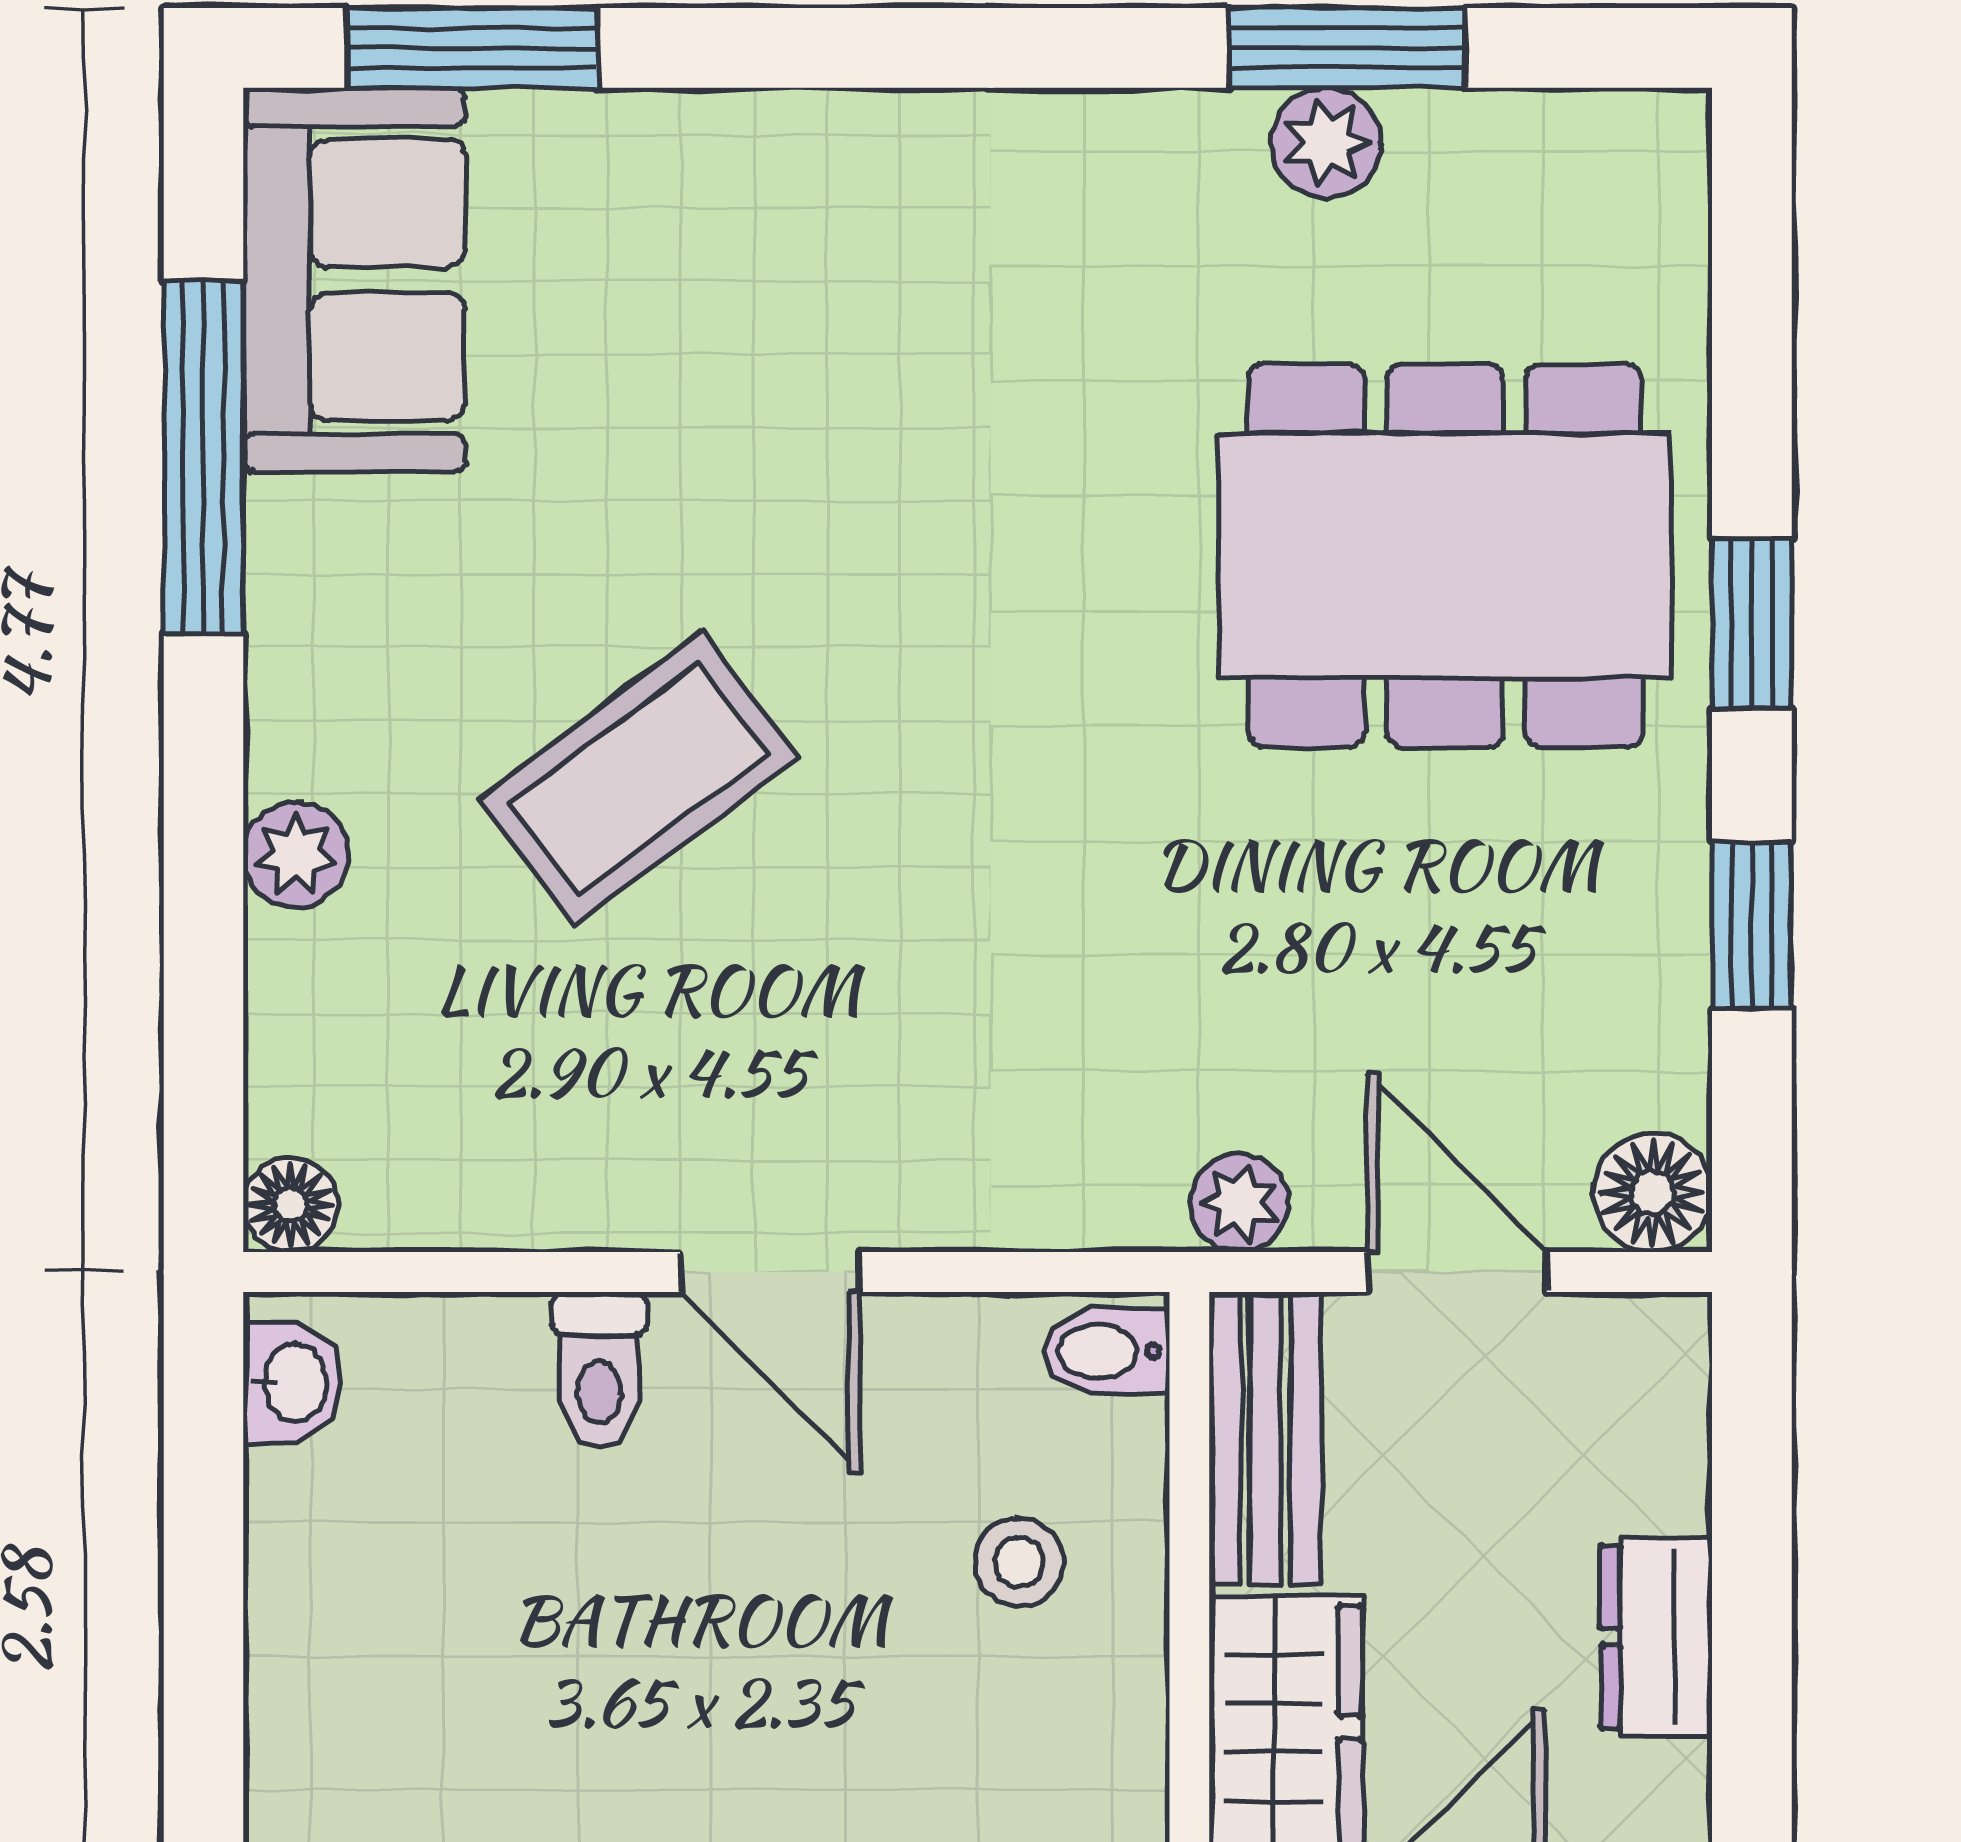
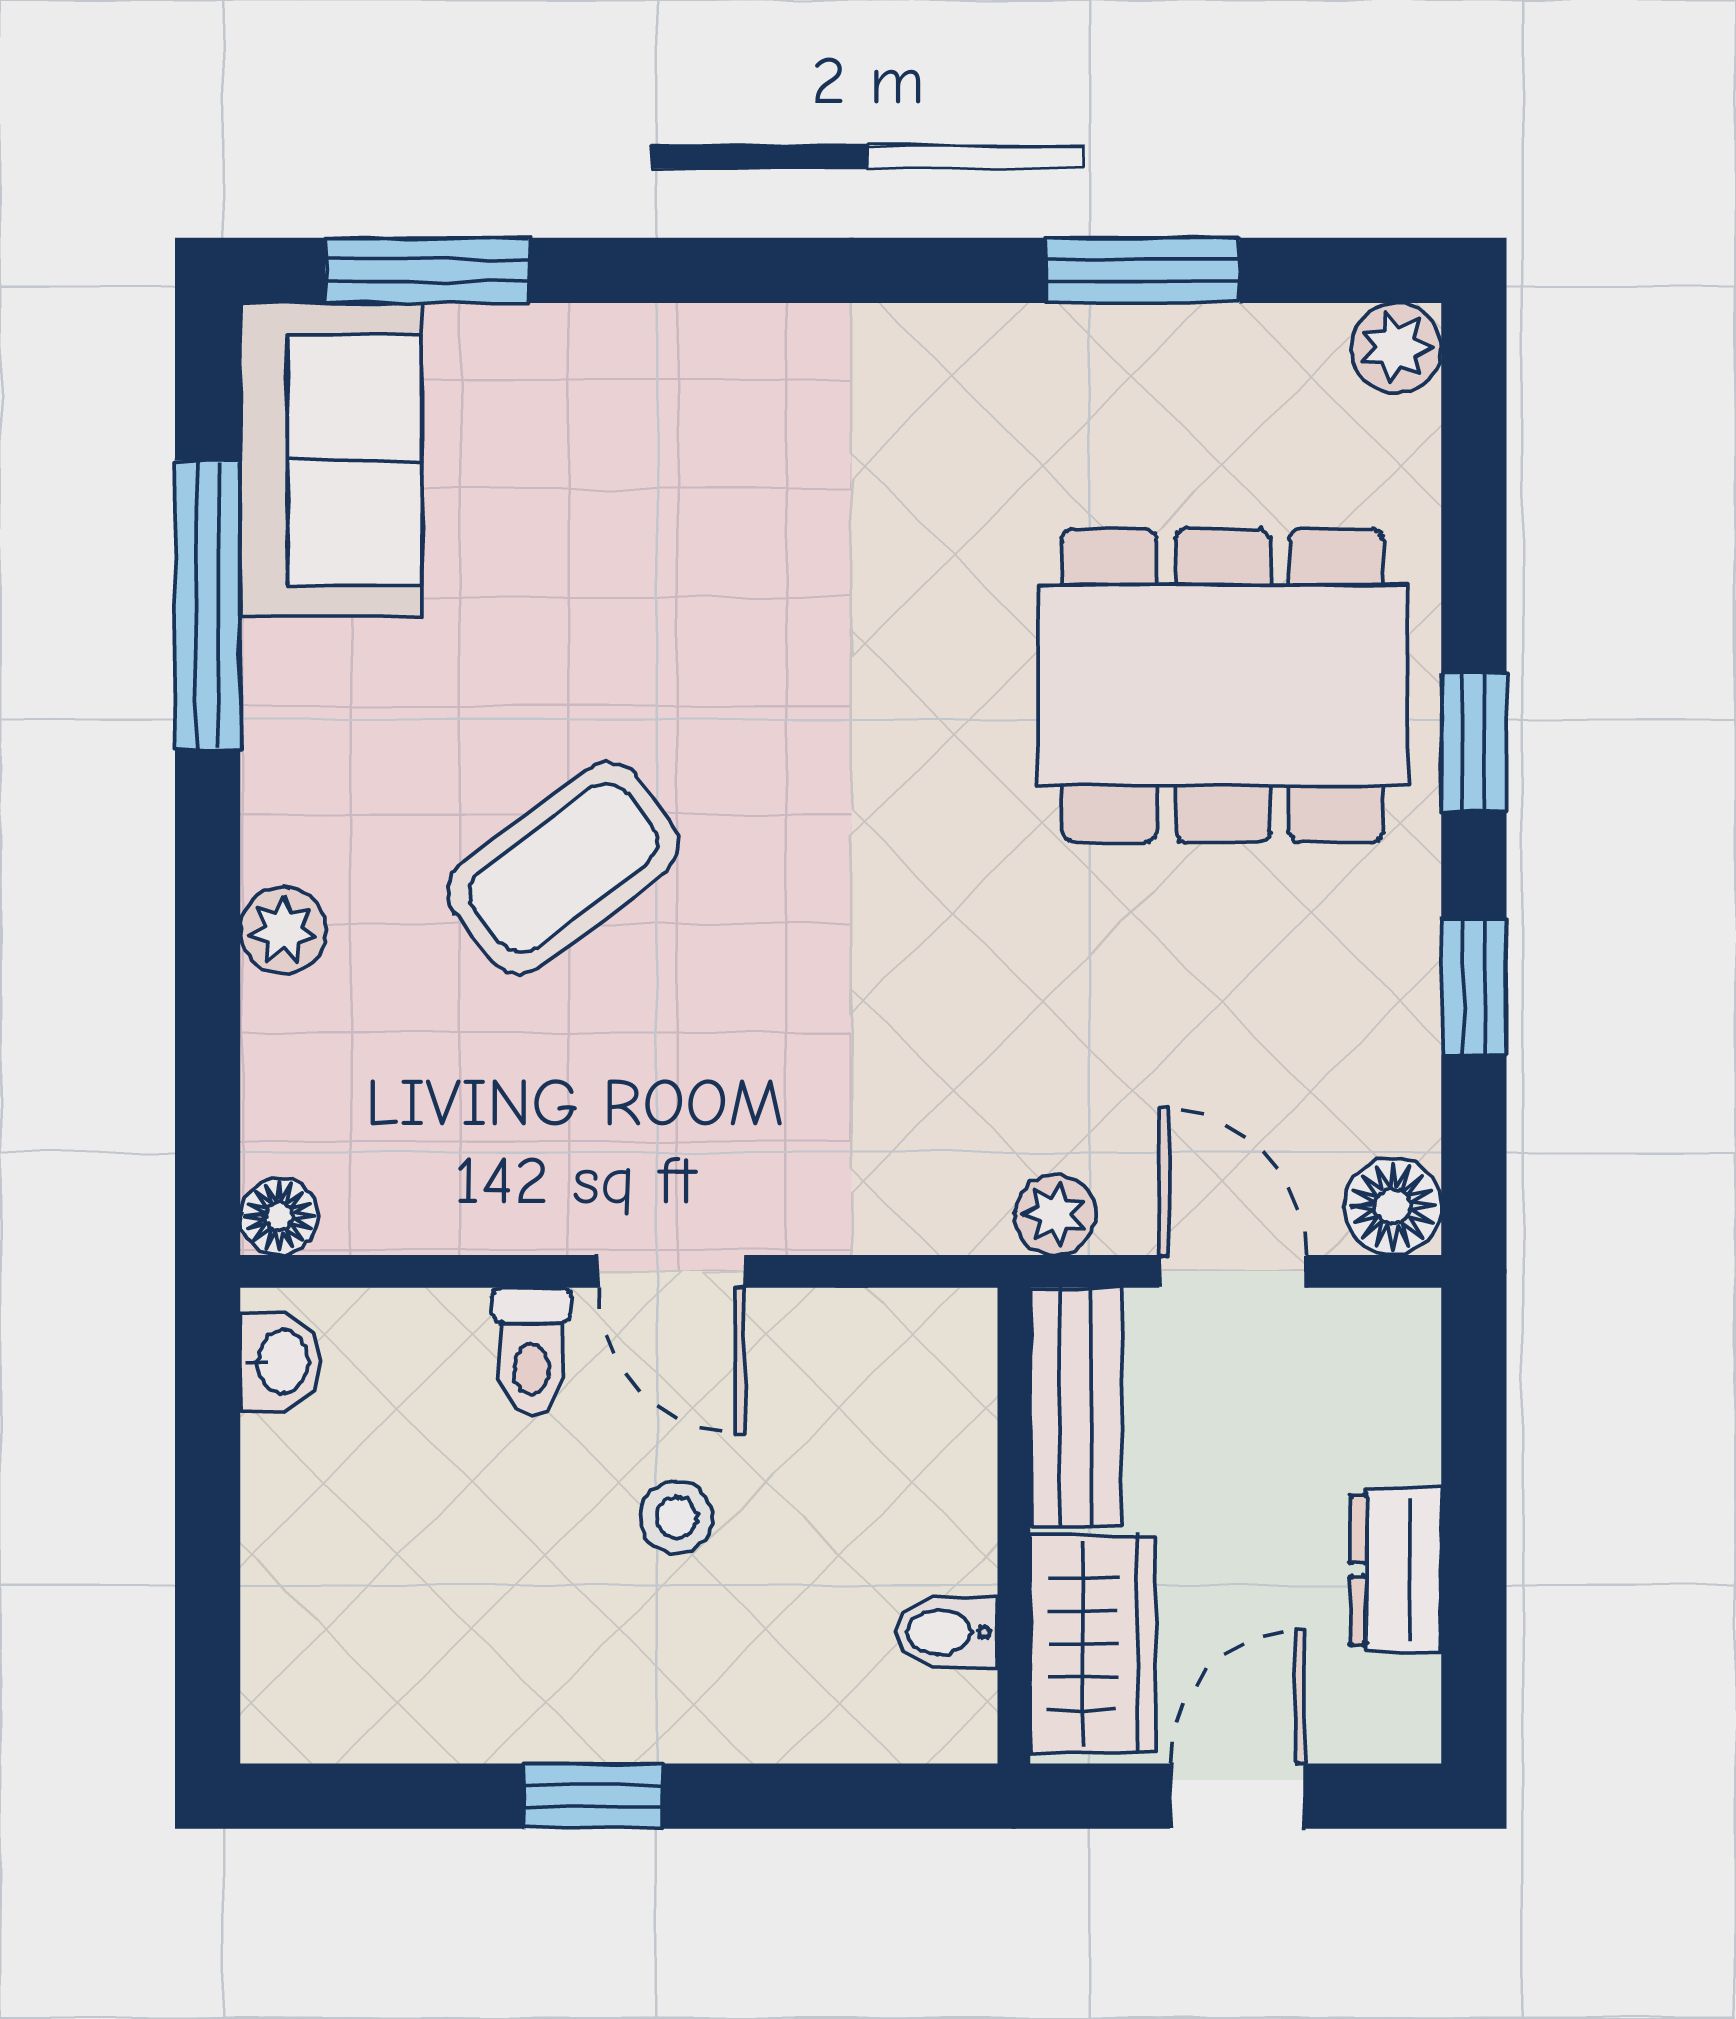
plant: (1326, 143) -> (1396, 348), moved
bidet: (1106, 1351) -> (946, 1632), moved
stool: (1019, 1562) -> (676, 1517), moved

